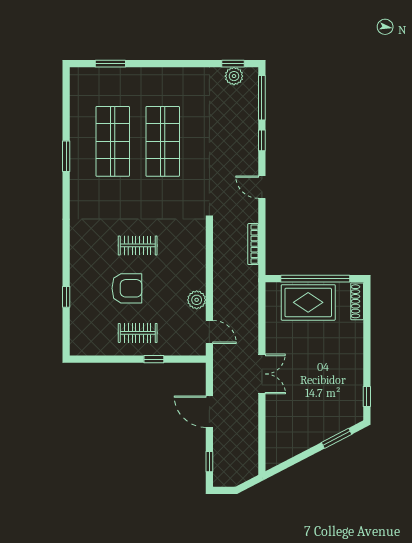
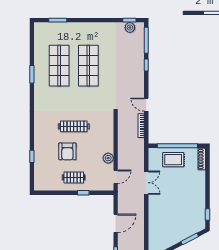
door: (262, 187) -> (146, 105), moved
clothes rail: (138, 245) -> (74, 126), width x1.36
armchair: (127, 288) -> (67, 151), turned 90
rug: (308, 302) -> (173, 160), width x0.73, depth x0.70
door: (209, 332) -> (116, 177), hinge flipped
double door: (262, 374) -> (146, 183), moved
door: (209, 412) -> (116, 223), swing flipped

